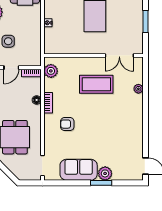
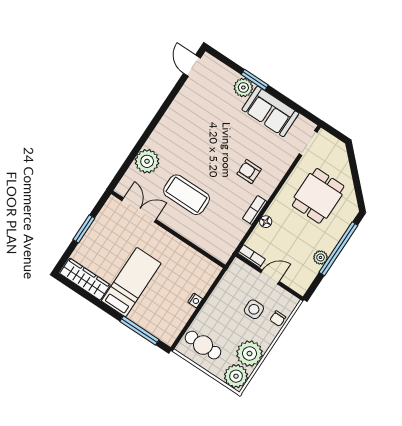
plant: (51, 71) -> (228, 244), removed
plant: (138, 89) -> (147, 161), width x1.87, depth x1.87
armchair: (67, 124) -> (249, 172), turned 180

